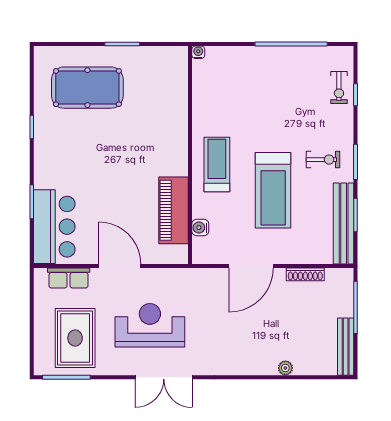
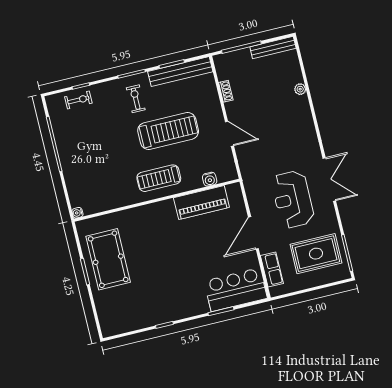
pool table: (87, 88) -> (108, 259), moved
door: (251, 266) -> (229, 134), width x0.73
shoe rack: (305, 274) -> (226, 91), width x0.70

